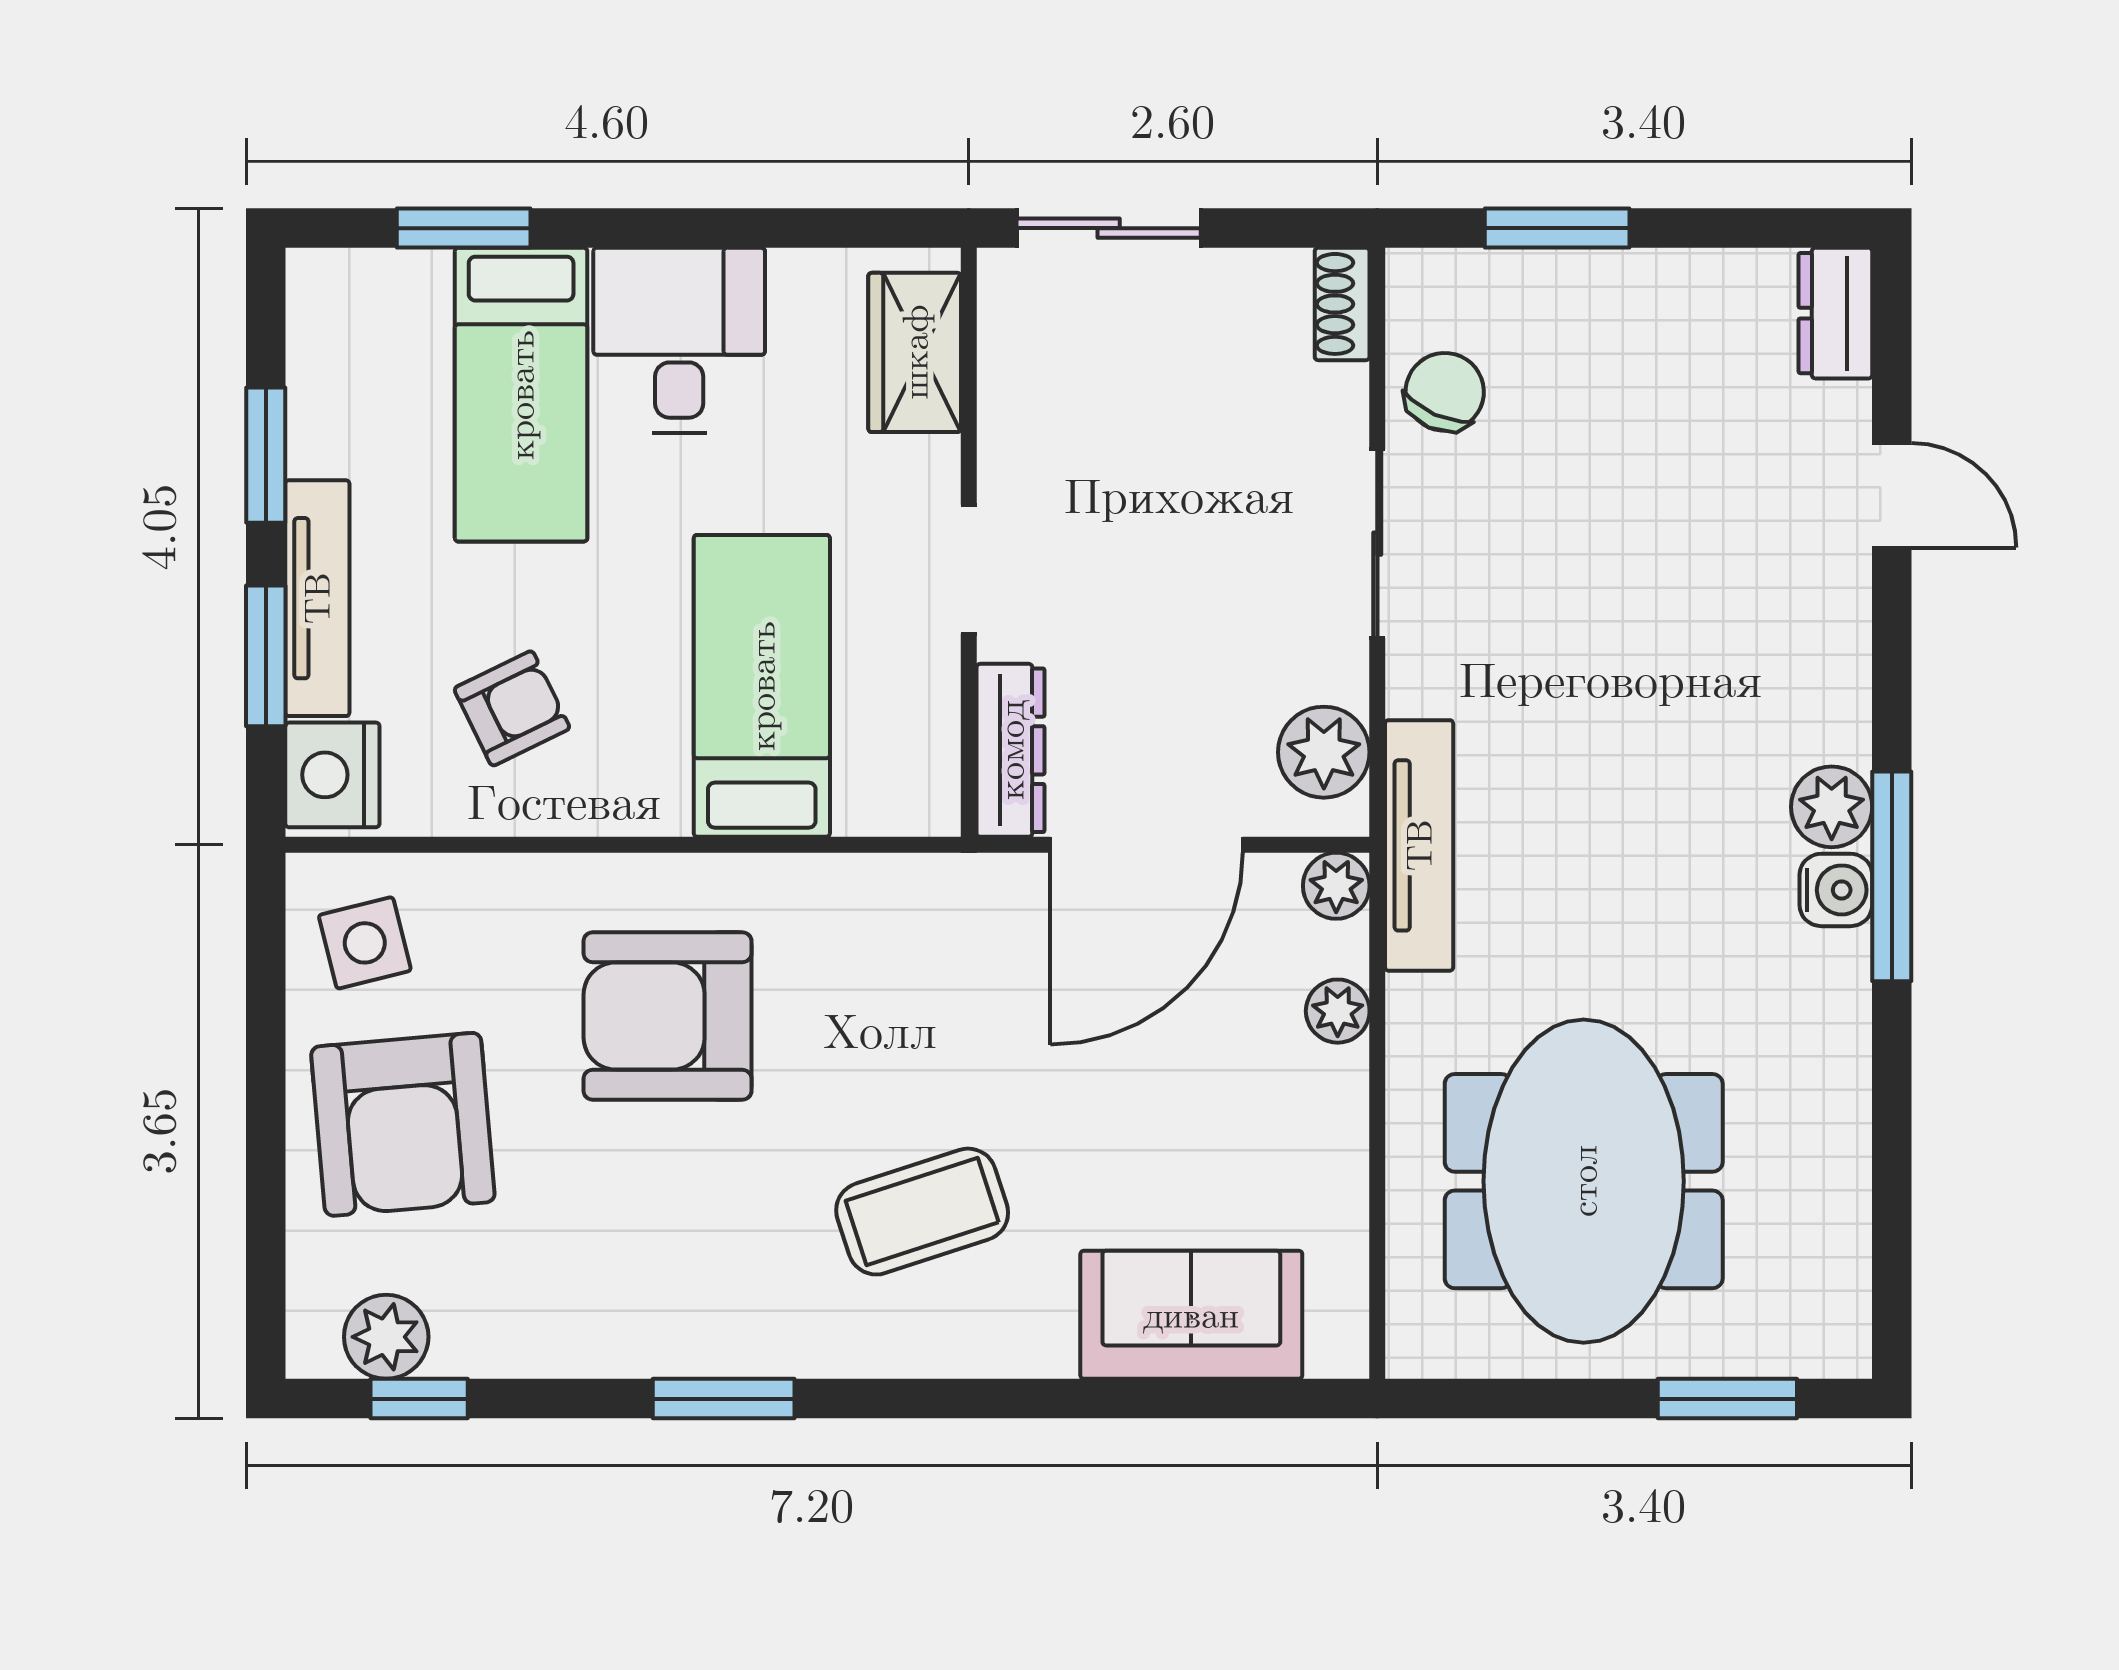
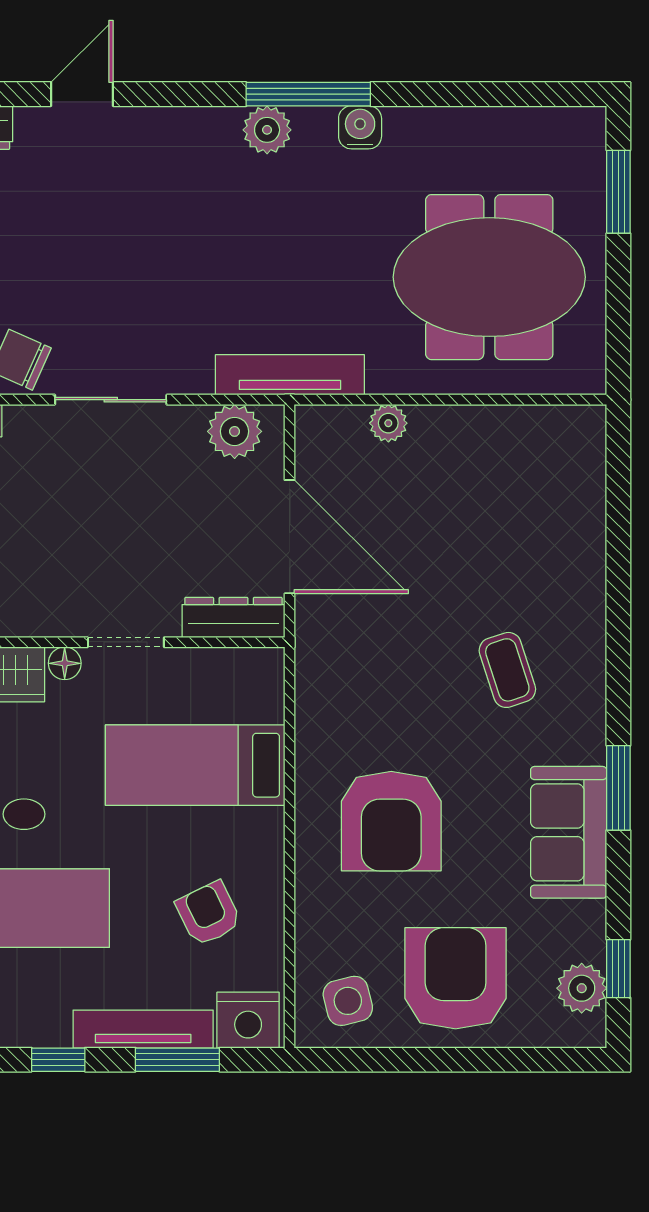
window: (266, 455) -> (58, 1060), width x0.67
floor lamp: (933, 466) -> (65, 663), added
plant: (1336, 886) -> (314, 424), removed
water cooler: (1836, 890) -> (360, 127), moved
armchair: (403, 1124) -> (456, 978), turned -85
coffee table: (922, 1212) -> (507, 670), width x0.73, depth x0.77
sofa: (1191, 1315) -> (569, 832), moved

